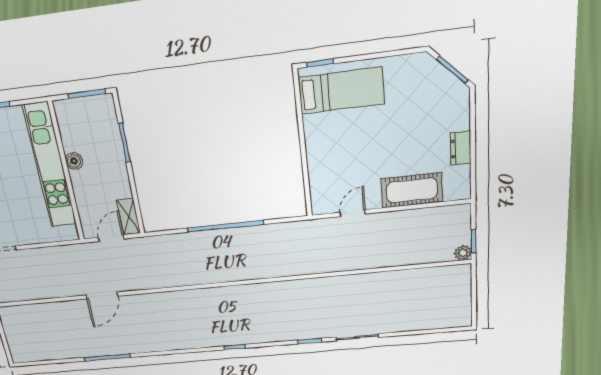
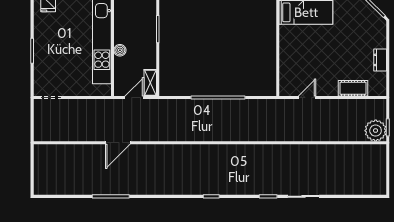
boiler: (74, 161) -> (120, 50), moved
cot: (412, 190) -> (353, 88), width x0.73, depth x0.75
plant: (463, 253) -> (376, 131), width x1.87, depth x1.87

